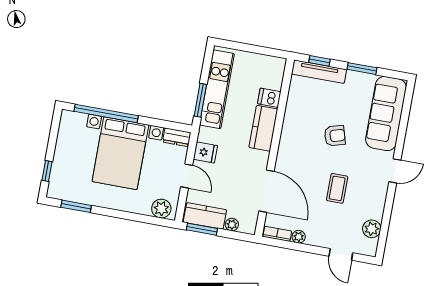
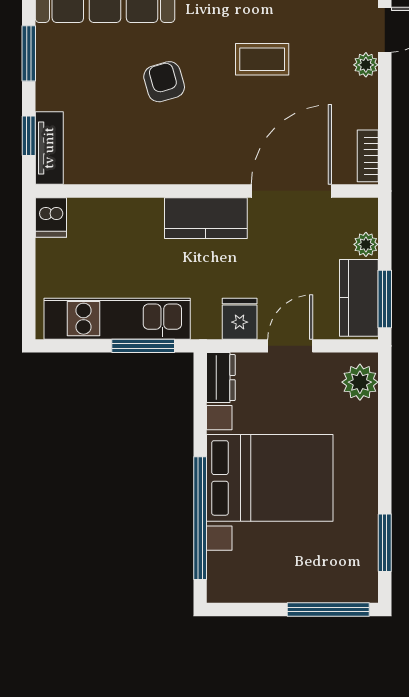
tv unit: (319, 72) -> (49, 148), width x0.71
dishwasher: (269, 98) -> (51, 218), moved
kitchen counter: (263, 128) -> (206, 218), moved
window: (47, 171) -> (328, 610), width x2.17
plant: (299, 237) -> (366, 65), moved

